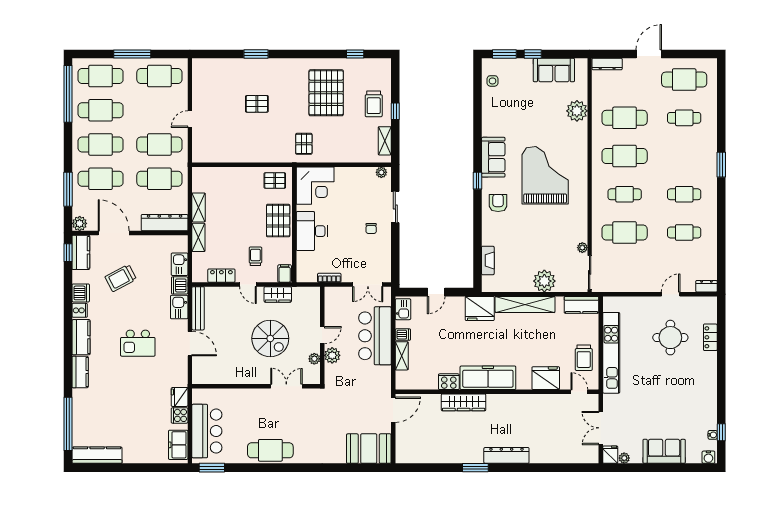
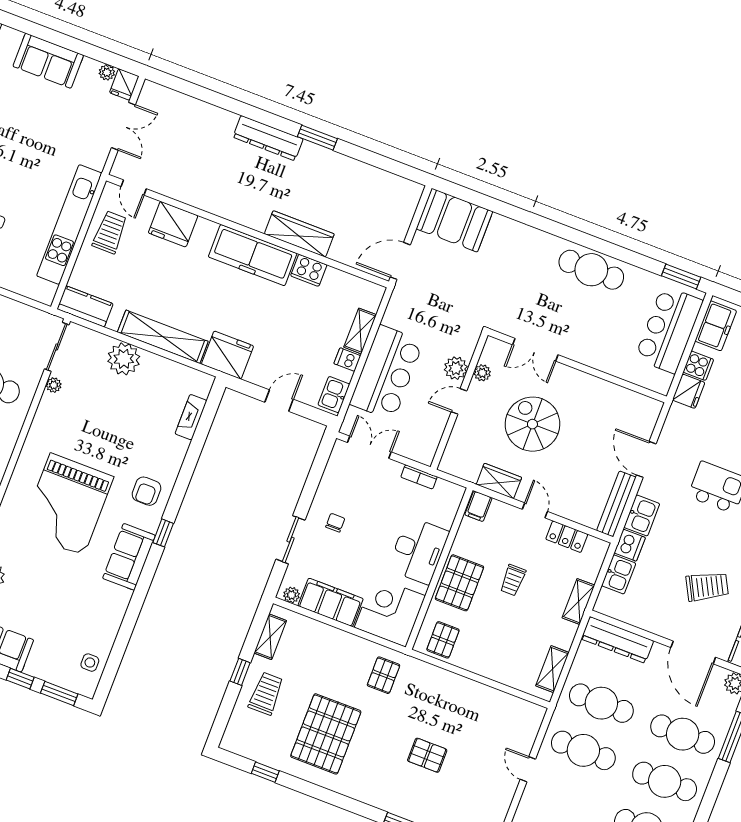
door: (190, 119) -> (528, 769), swing flipped
filing cabinet: (355, 177) -> (331, 602), added
pallet: (275, 181) -> (443, 640), turned 90
shelving: (199, 207) -> (552, 669), moved
trolley: (255, 256) -> (513, 580), moved

